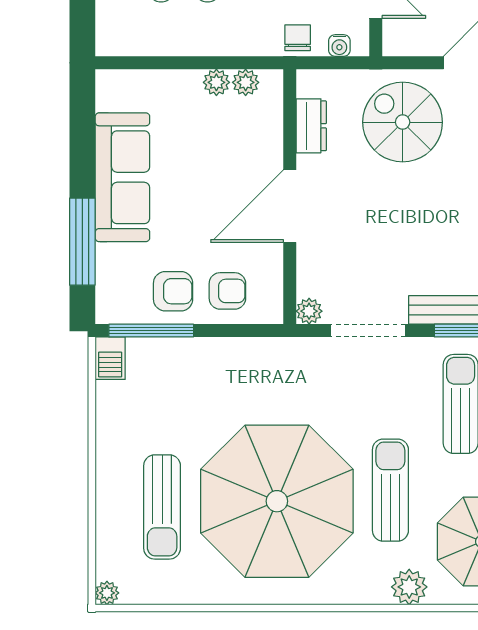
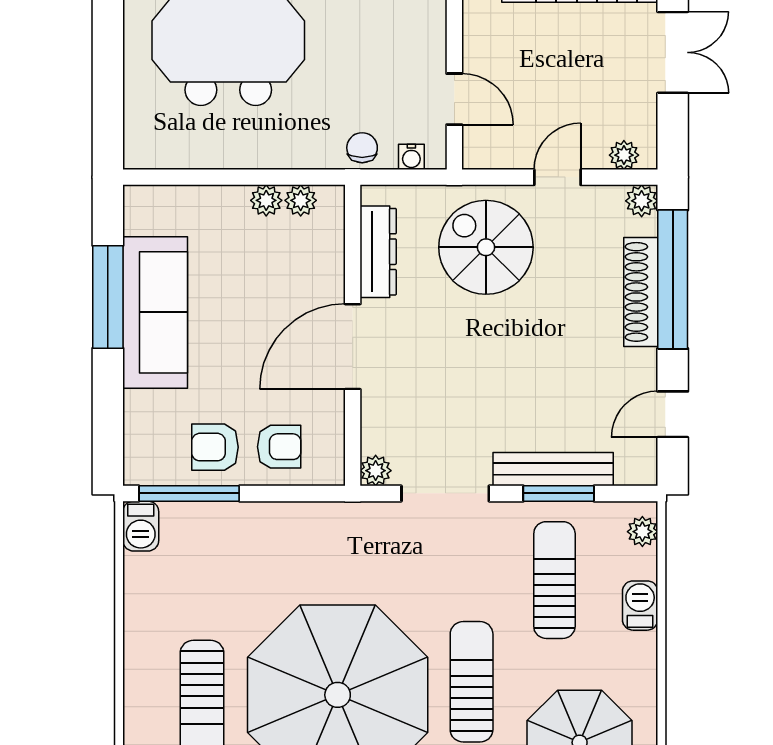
dresser: (311, 126) -> (378, 252), width x1.44
window: (82, 242) -> (108, 297), moved
armchair: (173, 291) -> (215, 447), turned 180

